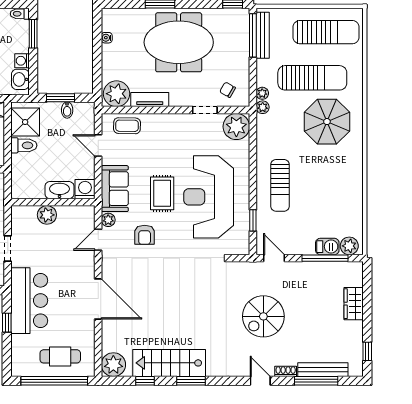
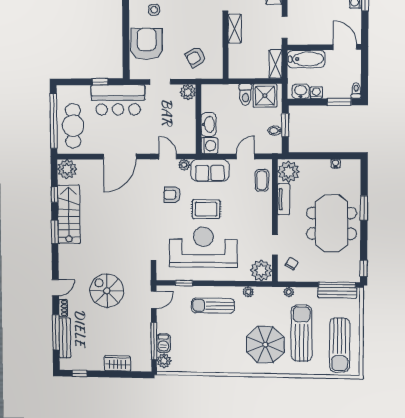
sun lounger: (312, 78) -> (302, 333), turned 180
plant: (263, 107) -> (248, 292), moved
plant: (47, 215) -> (188, 92), moved
cafe table: (60, 356) -> (73, 126), width x1.37, depth x1.35

